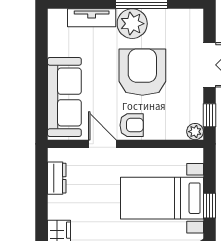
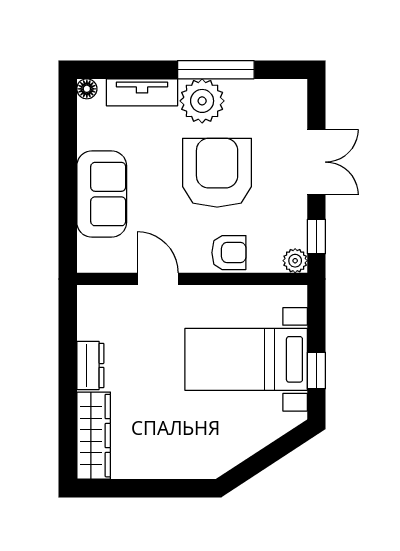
floor lamp: (54, 15) -> (87, 89), added
sofa: (64, 97) -> (102, 194), width x0.73
armchair: (132, 125) -> (229, 253), moved
dresser: (57, 178) -> (90, 365), moved

